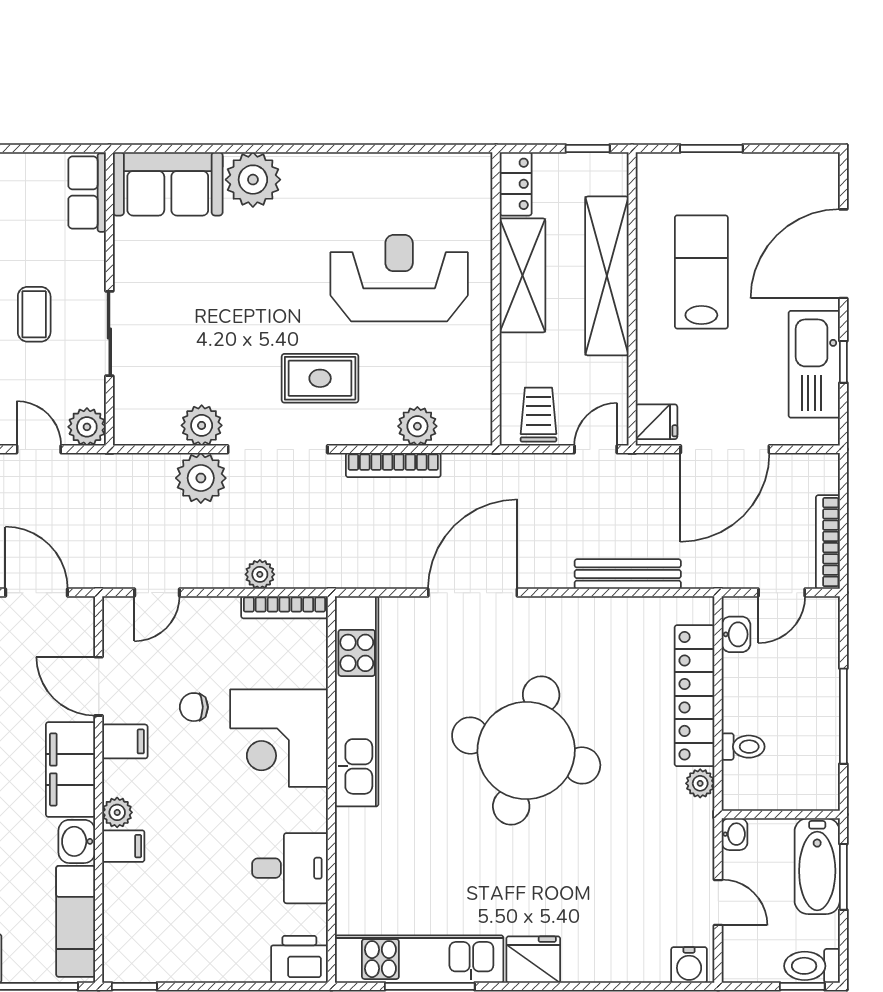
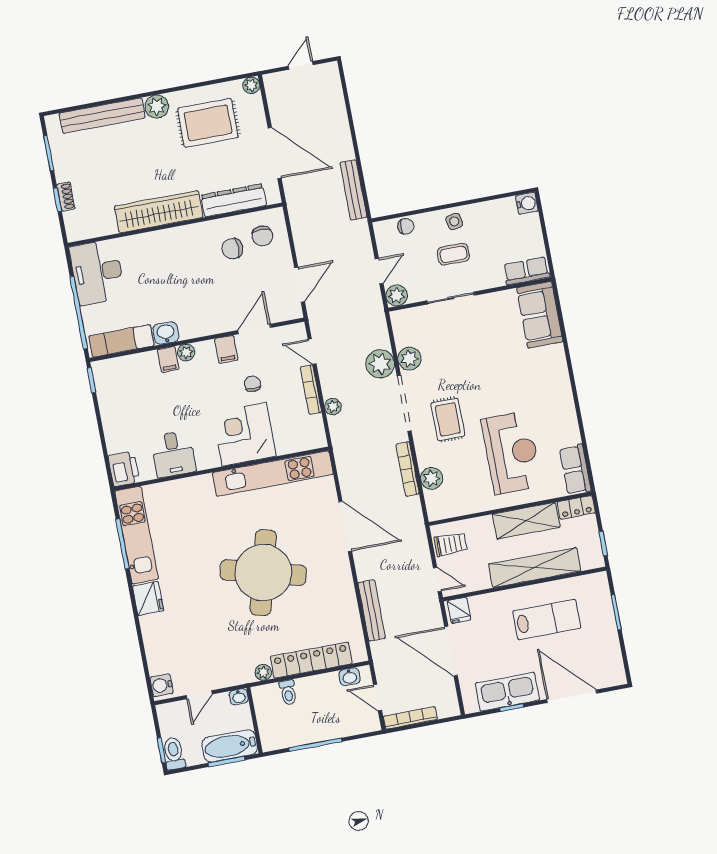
row of seats: (449, 173) -> (575, 470), added
plant: (253, 180) -> (551, 361), removed
bookcase: (284, 607) -> (311, 390), moved
filing cabinet: (70, 769) -> (205, 322), removed

